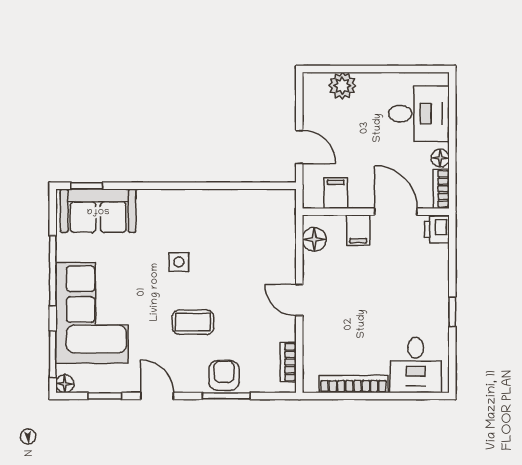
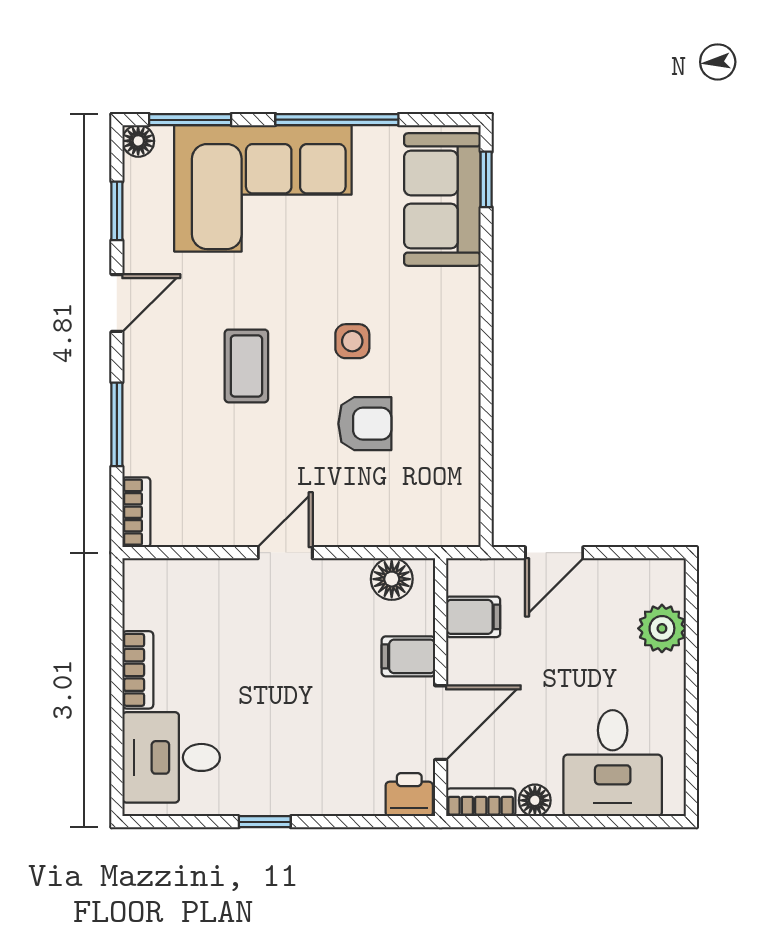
bookcase: (288, 362) -> (136, 512), moved, turned 90
armchair: (224, 375) -> (365, 424), moved
bookcase: (354, 384) -> (138, 670), width x0.64

